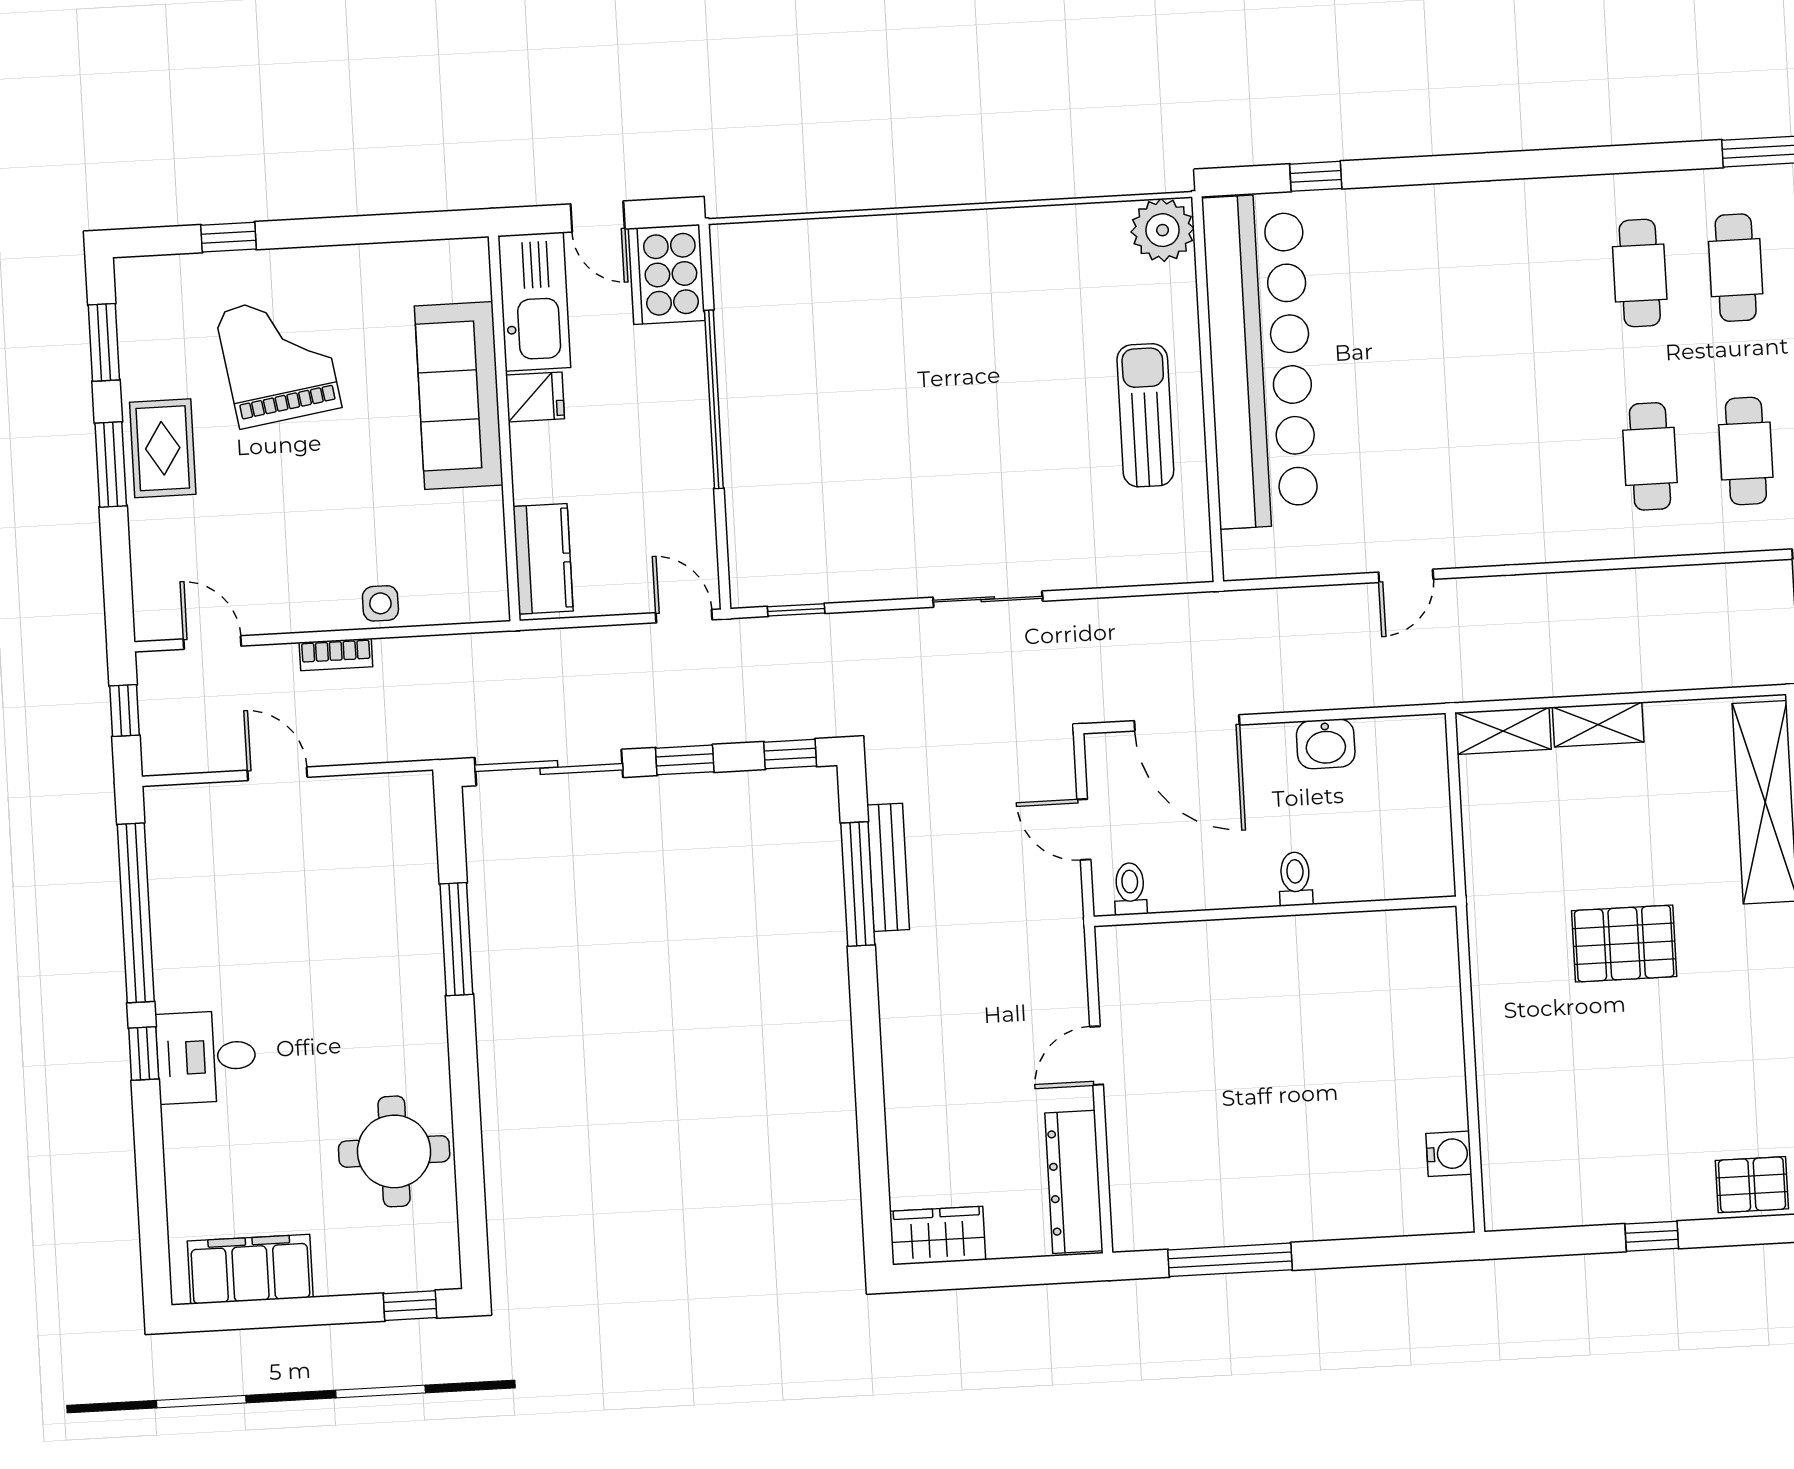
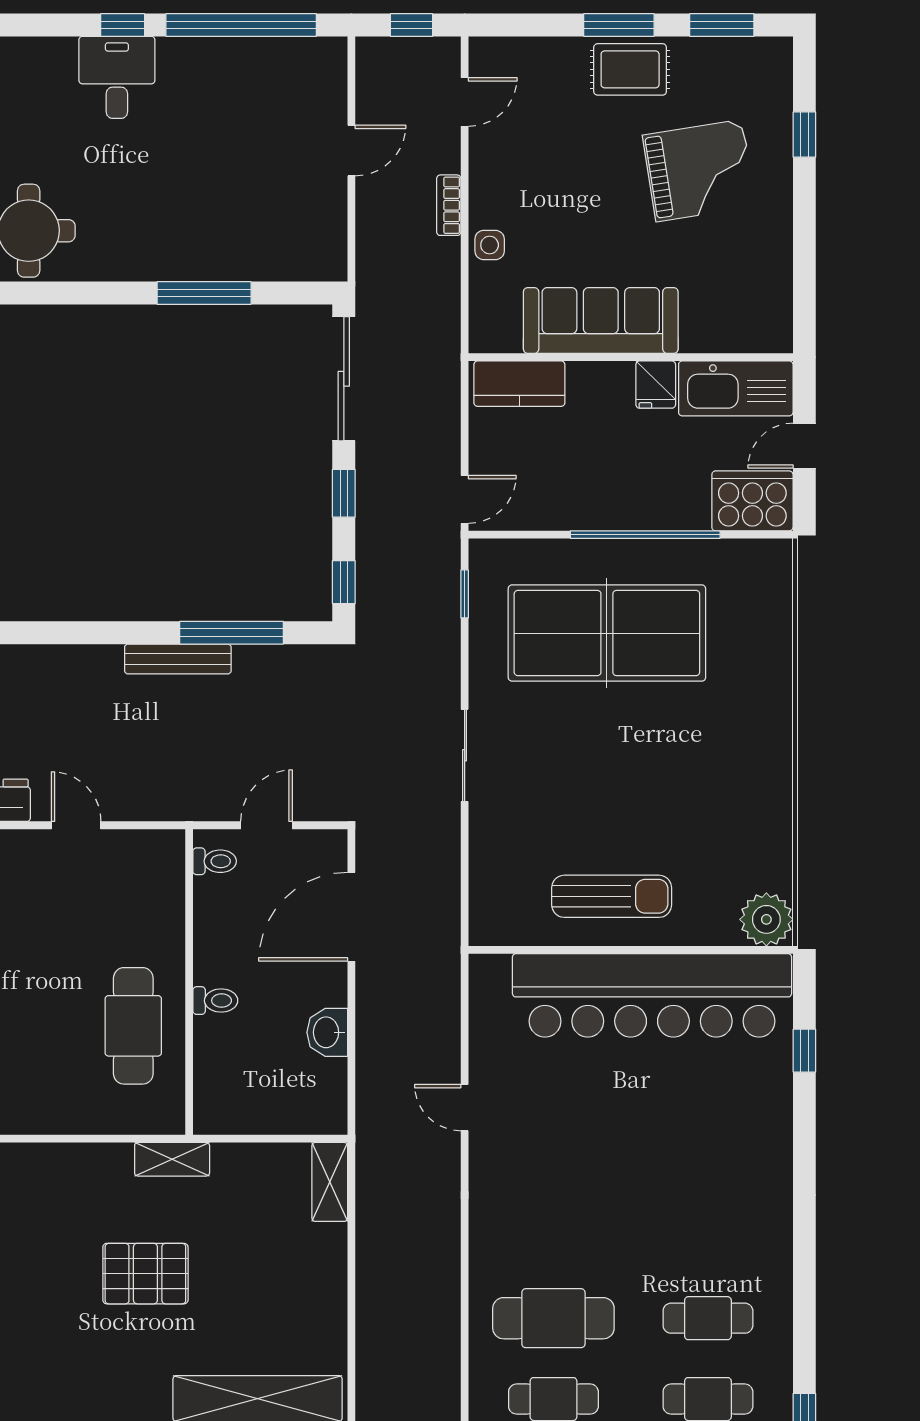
sofa: (459, 396) -> (601, 320), moved
table tennis table: (833, 438) -> (607, 633), added
cafe table: (1650, 456) -> (553, 1318), width x1.37, depth x1.35
shelving: (1598, 724) -> (172, 1159), moved, turned 90
bench: (888, 867) -> (178, 659), moved
pallet: (1624, 944) -> (145, 1274), turned 90
cafe table: (1331, 974) -> (133, 1026), added

